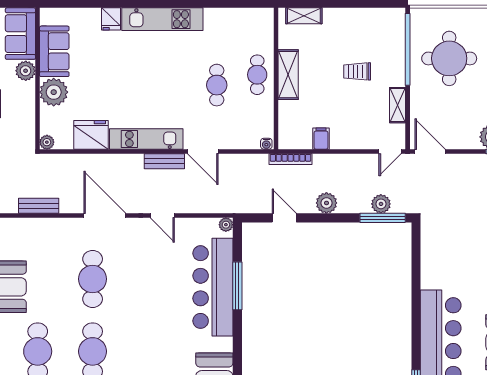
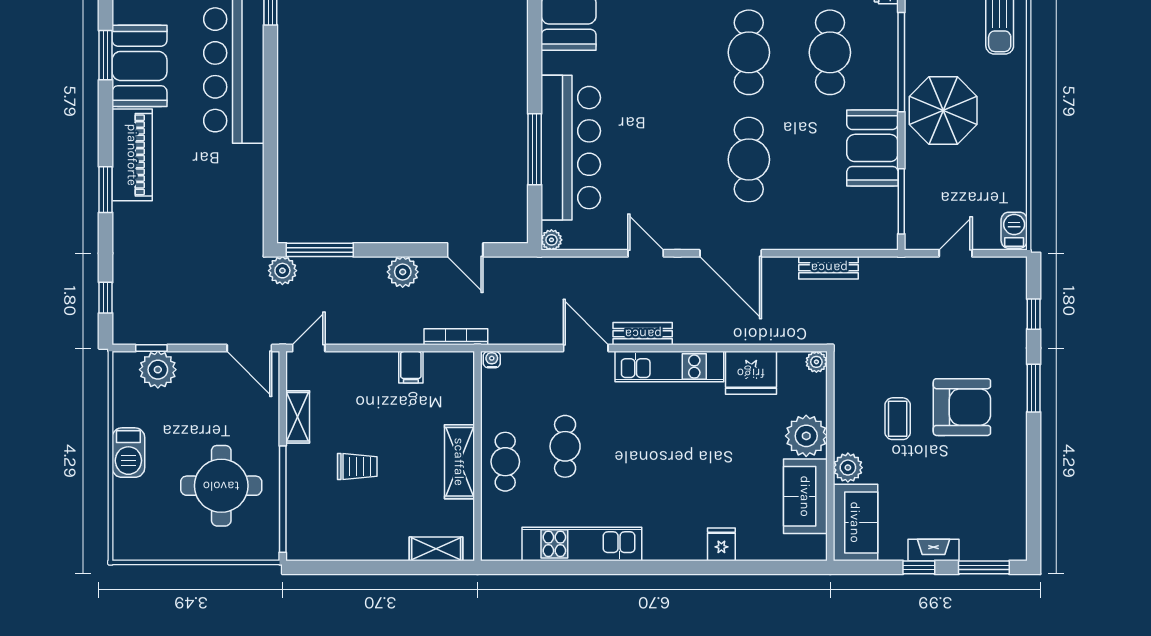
kitchen unit: (162, 19) -> (582, 544), moved
plant: (381, 204) -> (282, 271), moved

